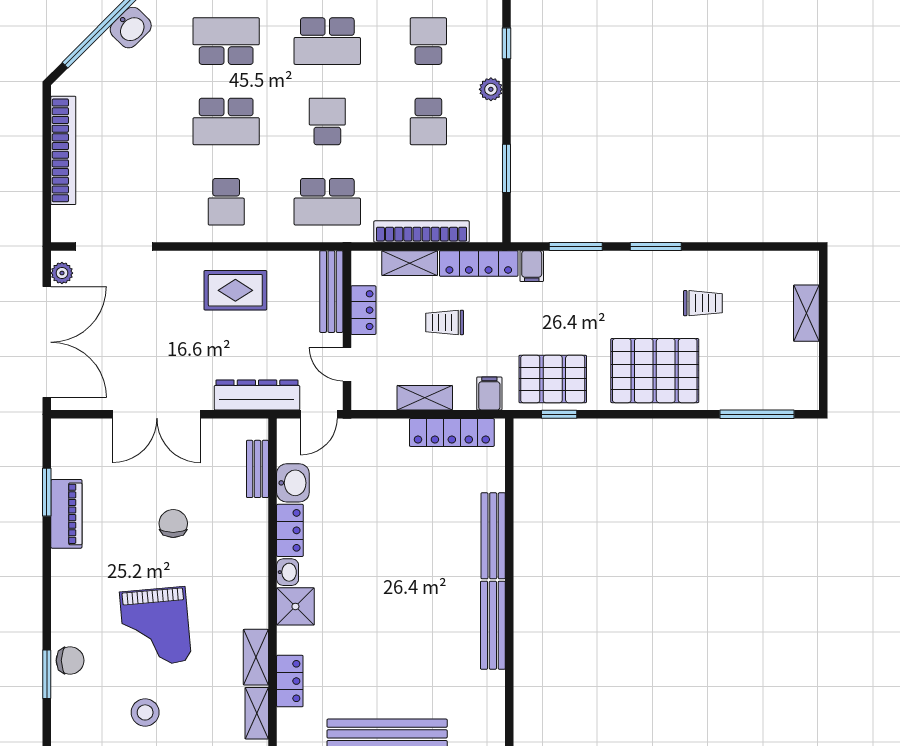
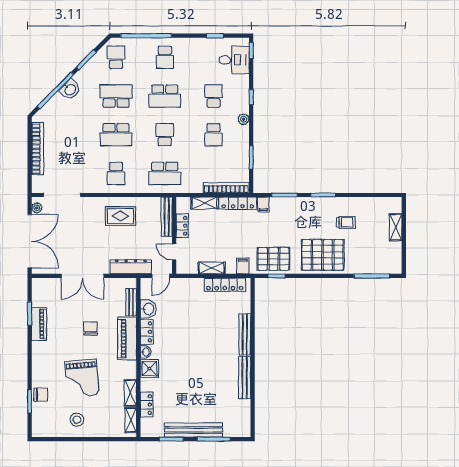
bookcase: (422, 232) -> (226, 188), moved
trolley: (445, 322) -> (221, 232), removed
piano: (249, 544) -> (127, 339), added

